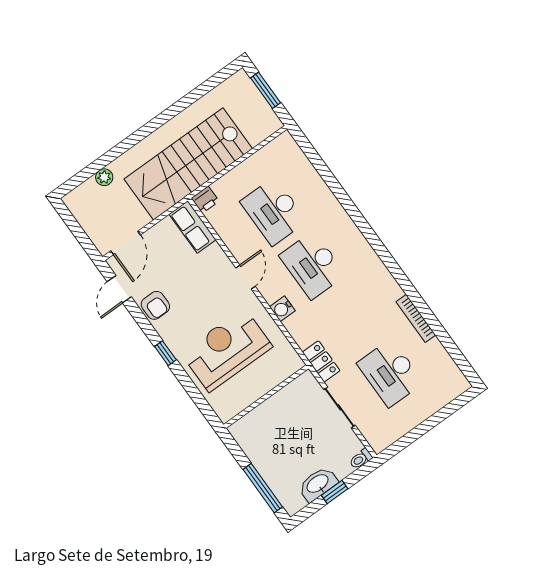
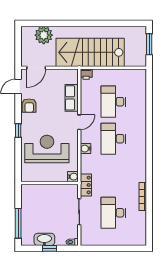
plant: (104, 177) -> (44, 35), width x1.87, depth x1.87
row of seats: (193, 227) -> (72, 98), moved
water cooler: (293, 363) -> (73, 177), added

